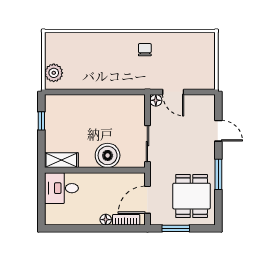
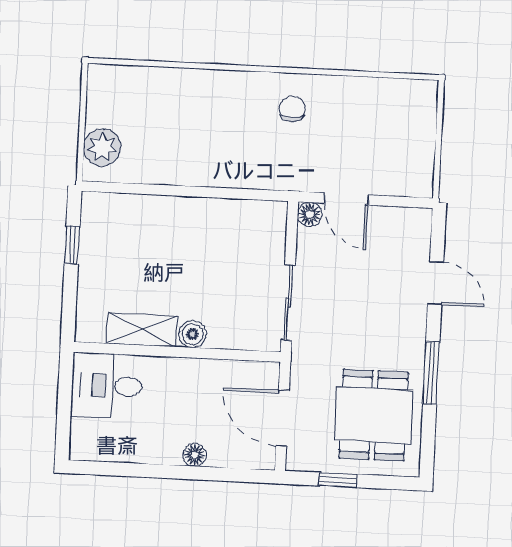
boiler: (108, 155) -> (192, 334), width x0.54, depth x0.54
shelving: (61, 160) -> (142, 330), moved
door: (147, 200) -> (283, 418), hinge flipped
bookcase: (126, 220) -> (237, 457), removed
window: (176, 228) -> (338, 480), width x0.67

